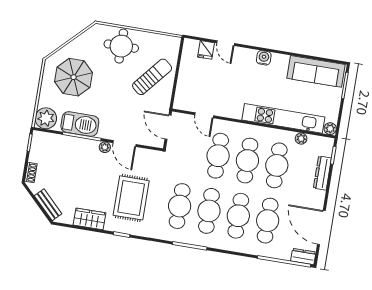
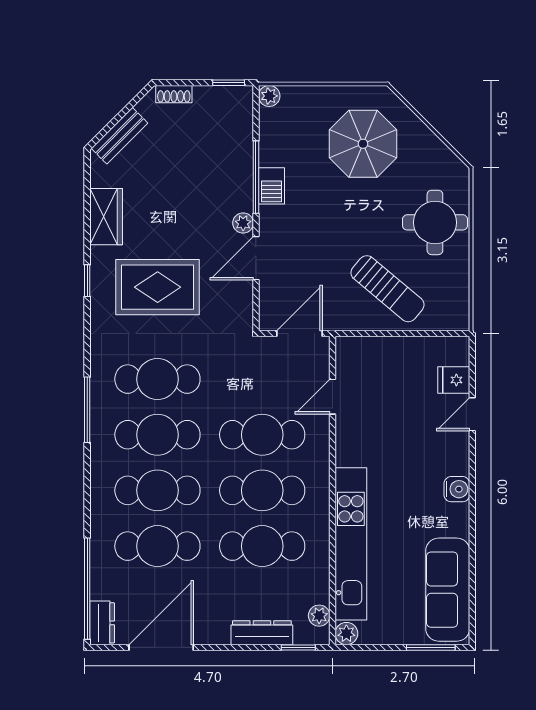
plant: (46, 118) -> (269, 96), width x0.53, depth x0.53
barbecue: (80, 124) -> (272, 186), width x0.53, depth x0.65
plant: (301, 139) -> (319, 616), moved

